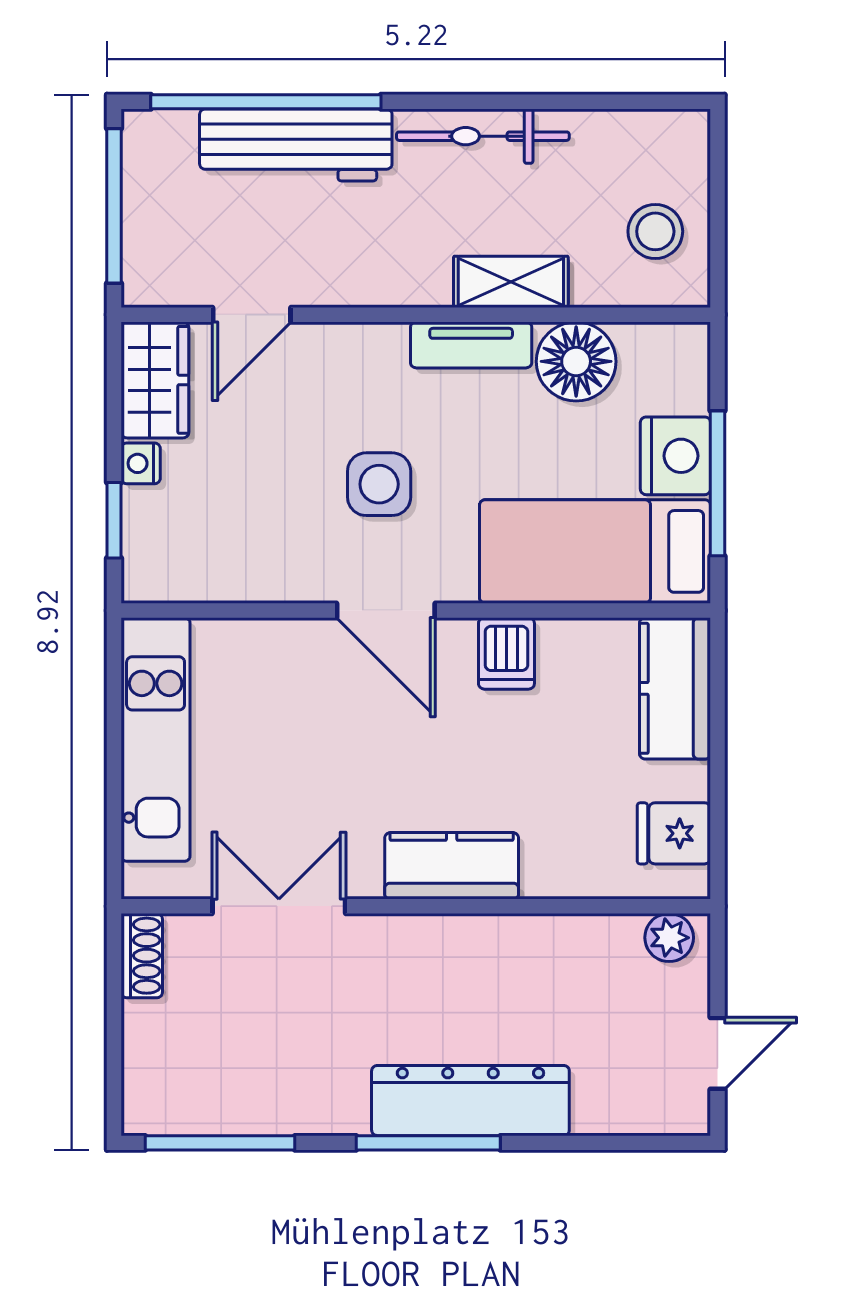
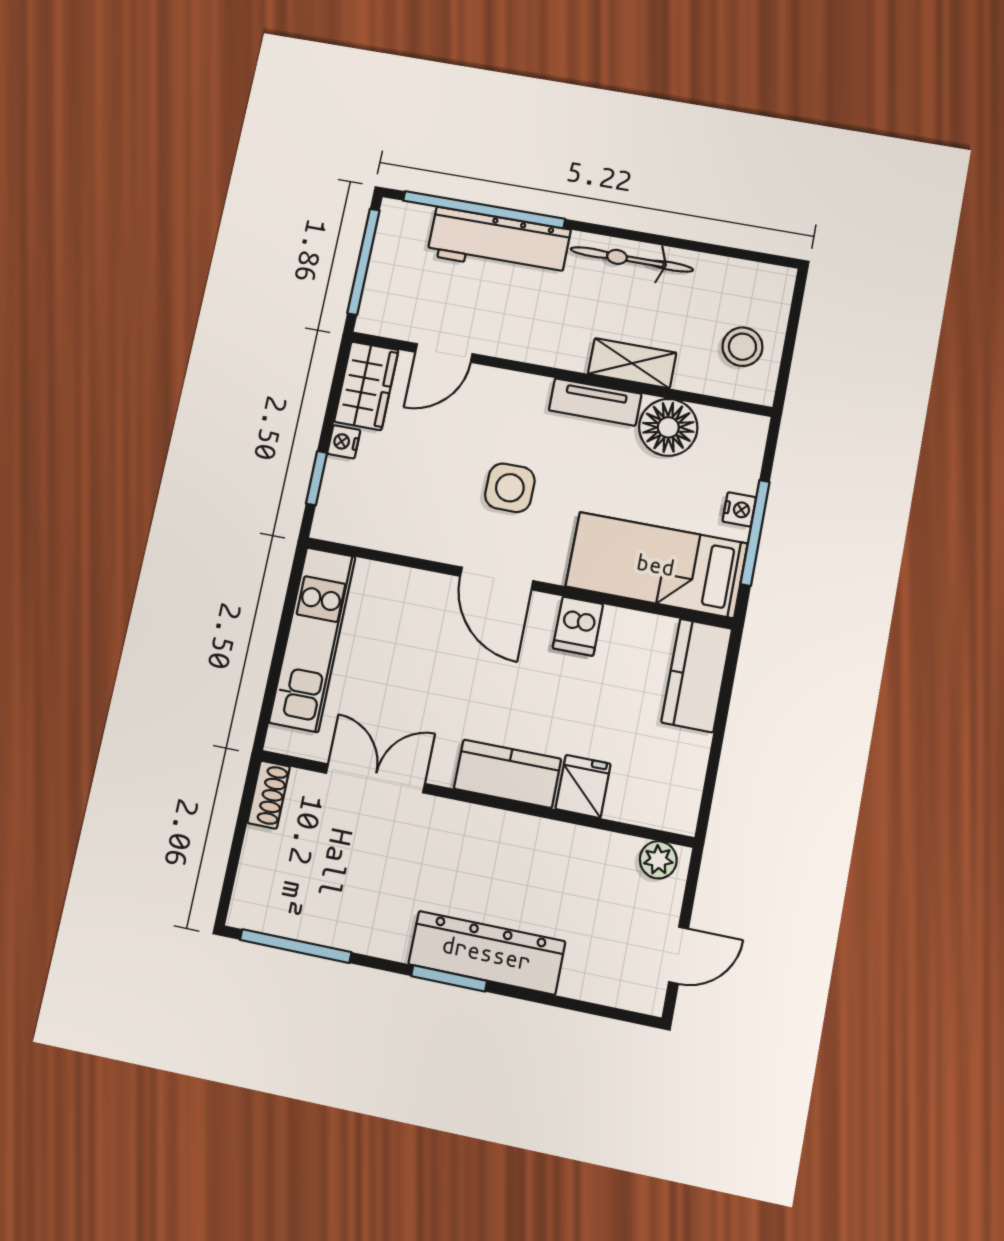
nightstand: (675, 456) -> (739, 509), width x0.53, depth x0.56
fridge: (674, 833) -> (583, 786), moved, turned 90
window: (428, 1143) -> (449, 978), width x0.69

